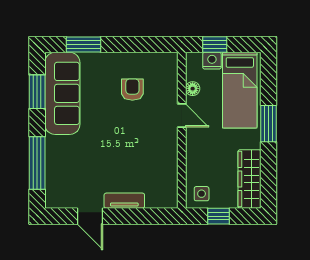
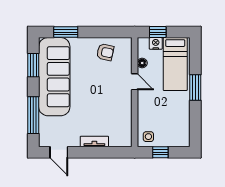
armchair: (132, 90) -> (105, 52), moved, turned 102
sofa: (62, 93) -> (54, 77), width x1.36, depth x1.27
wardrobe: (249, 179) -> (182, 126), removed
door: (90, 216) -> (59, 152), moved

